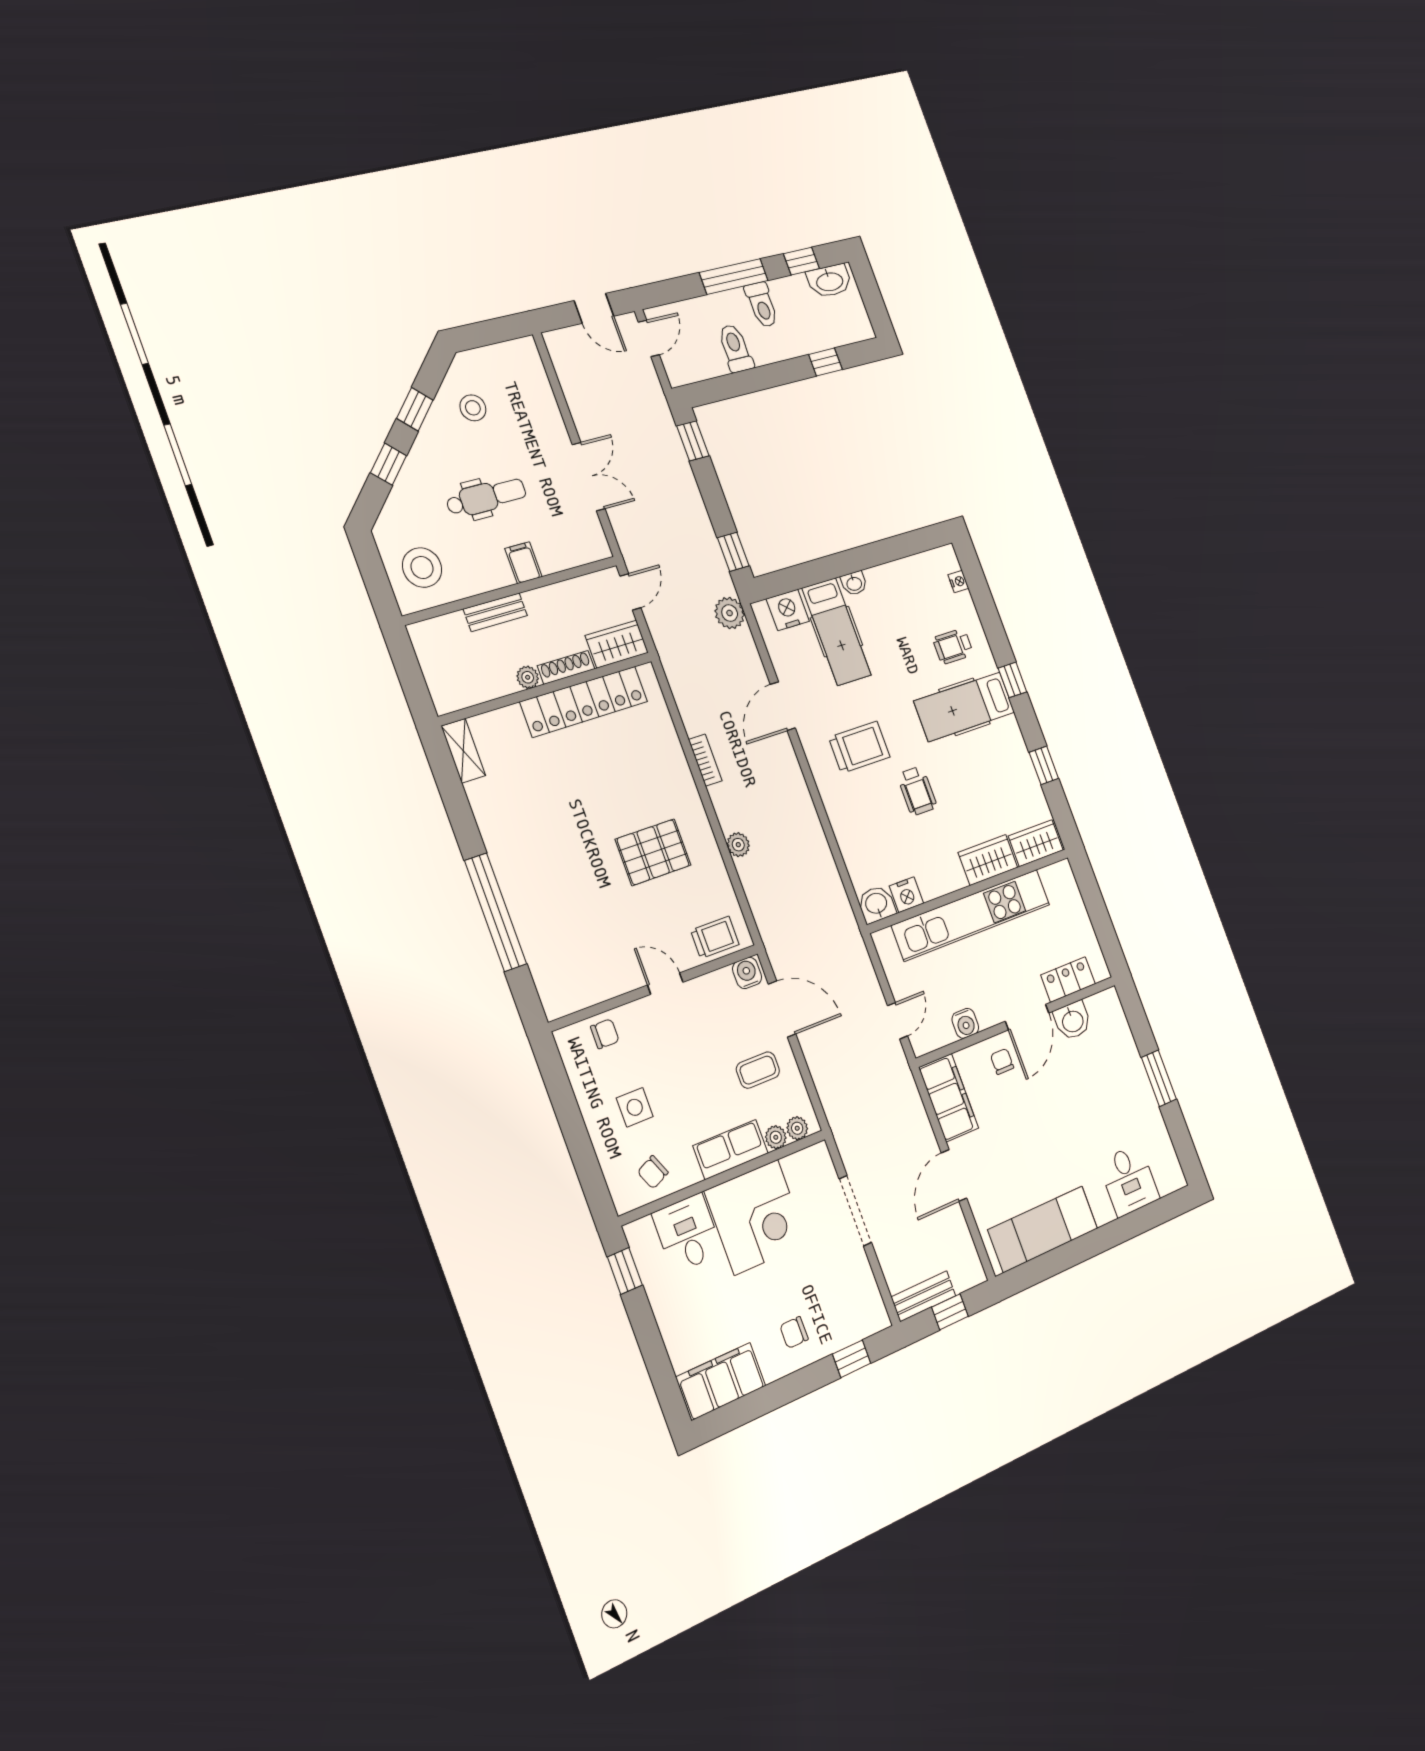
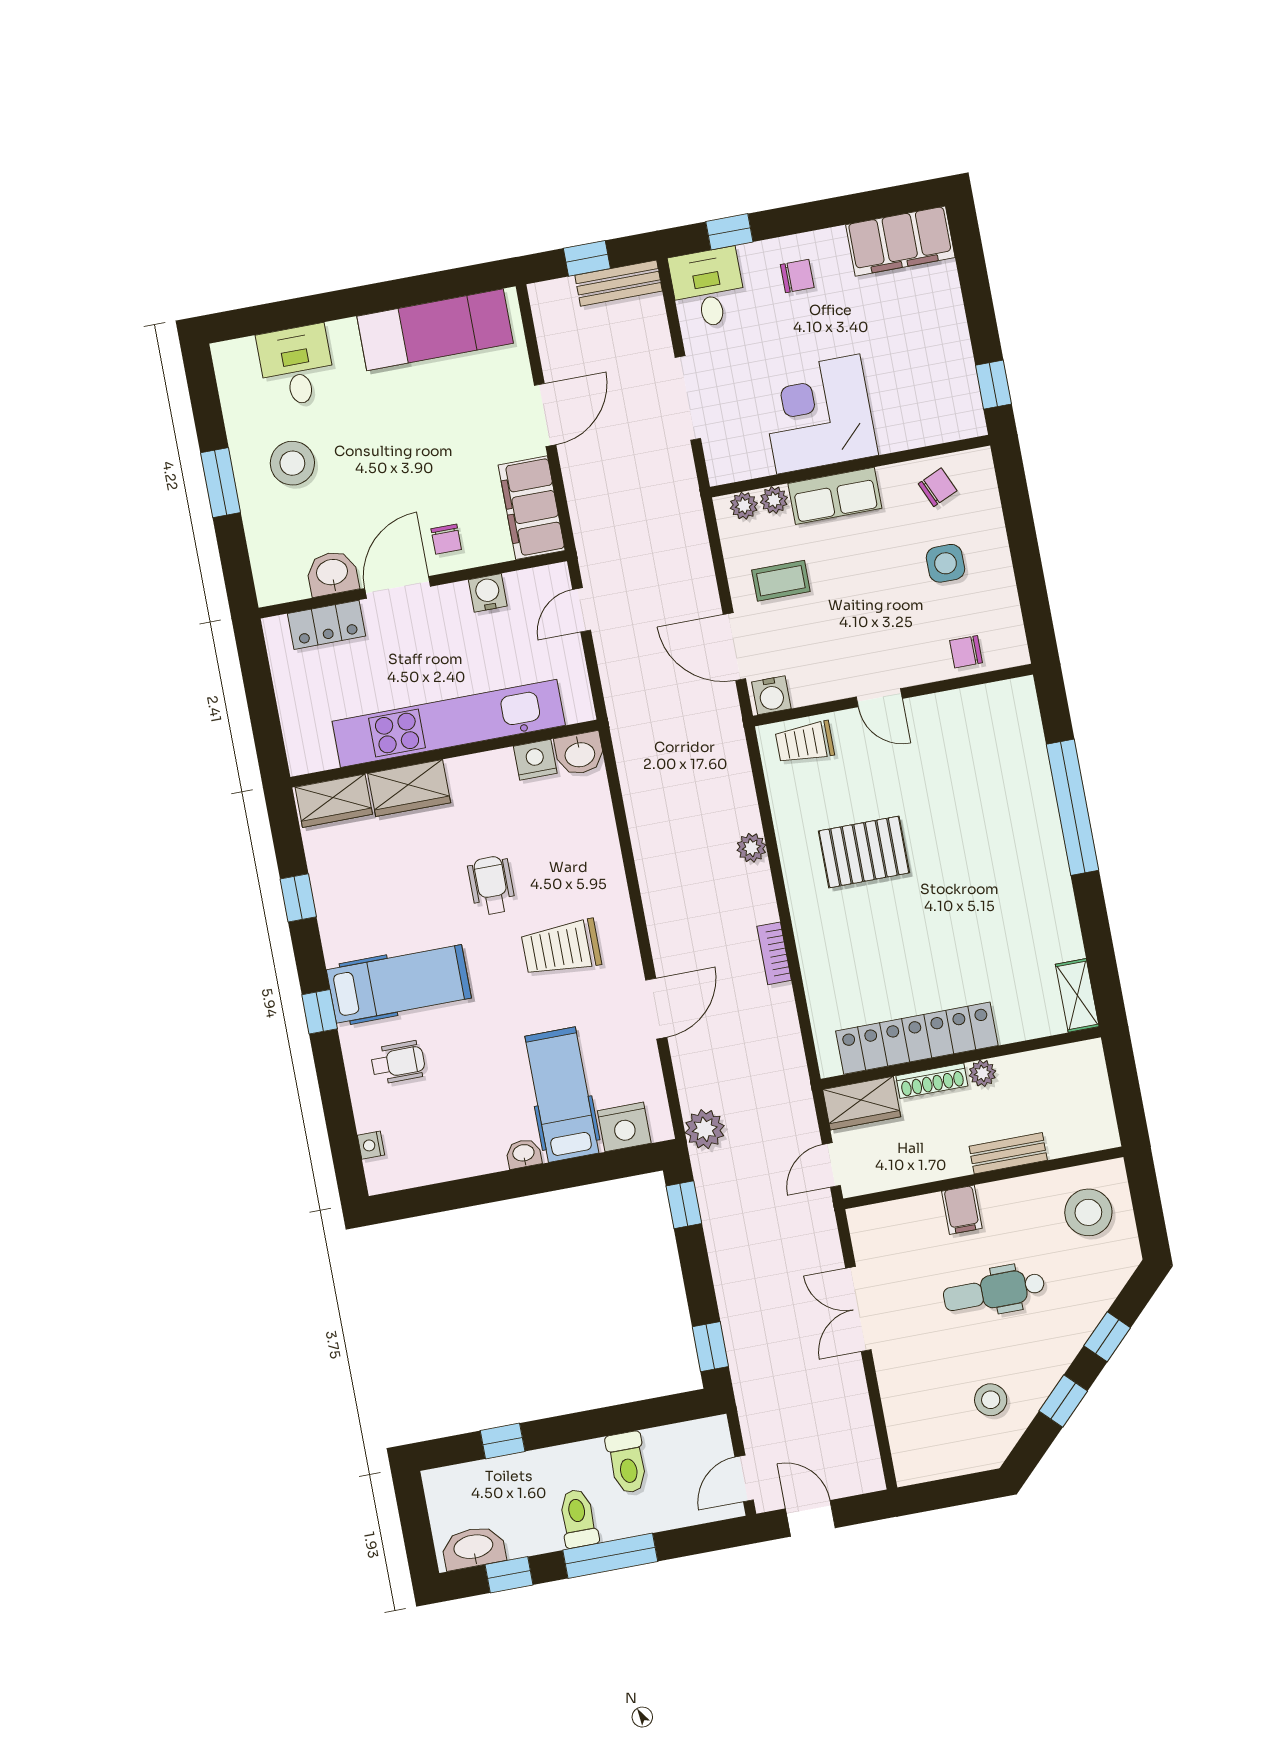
stool: (1116, 1103) -> (292, 463), added
desk: (687, 1233) -> (708, 288), moved, turned 180

